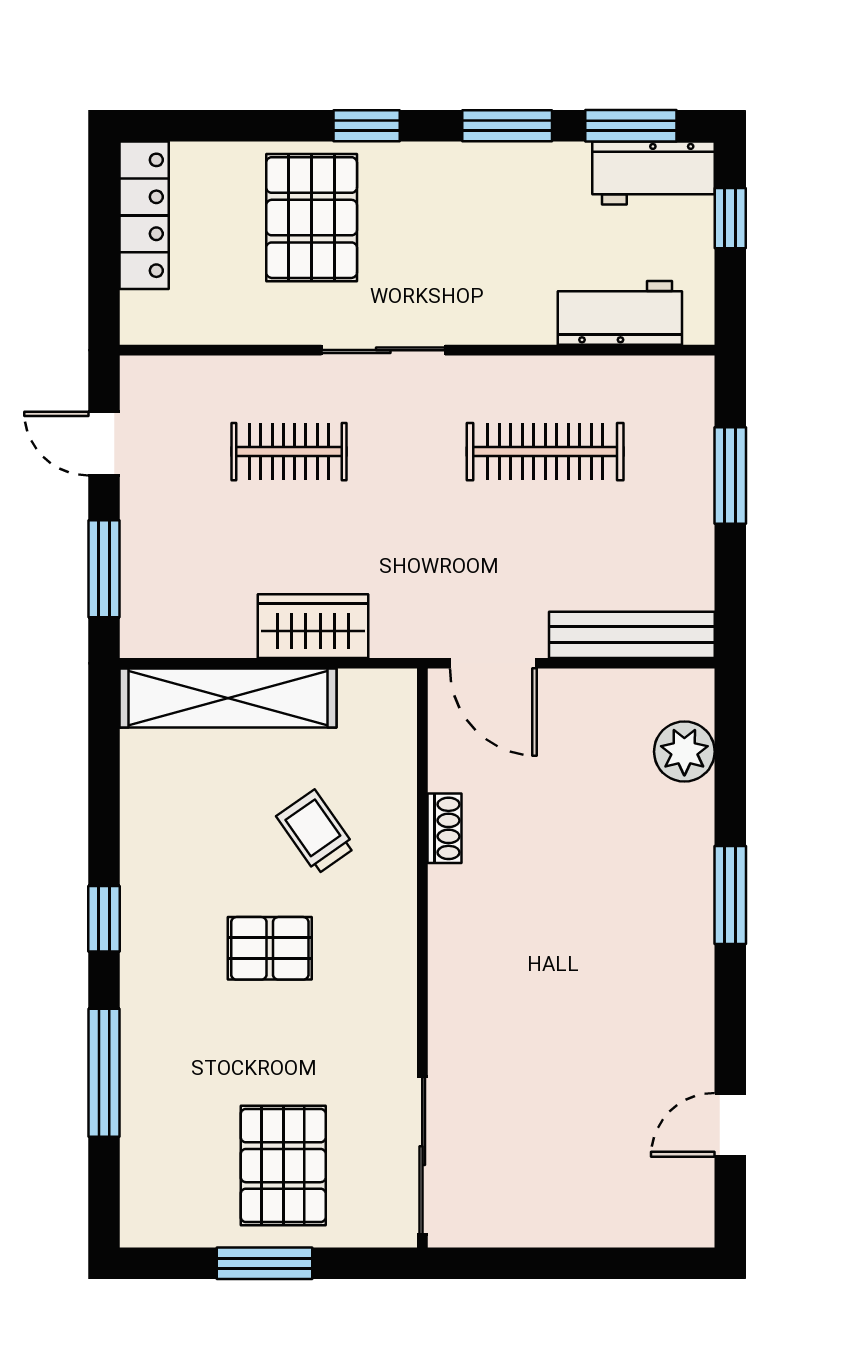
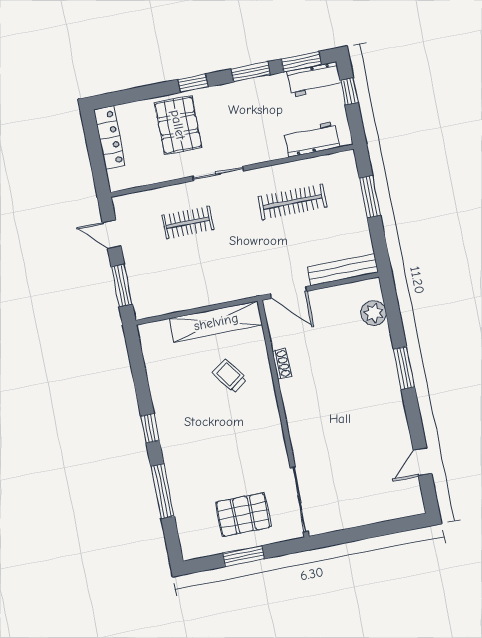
wardrobe: (313, 626) -> (212, 292), removed
shelving: (228, 698) -> (216, 322), moved
pallet: (270, 948) -> (220, 427), removed
pallet: (283, 1166) -> (243, 515), turned 90

